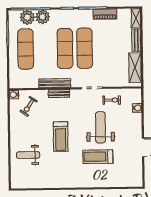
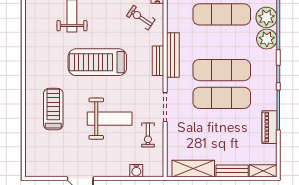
treadmill: (61, 137) -> (97, 62), width x1.37, depth x1.38
treadmill: (98, 157) -> (53, 109), moved

